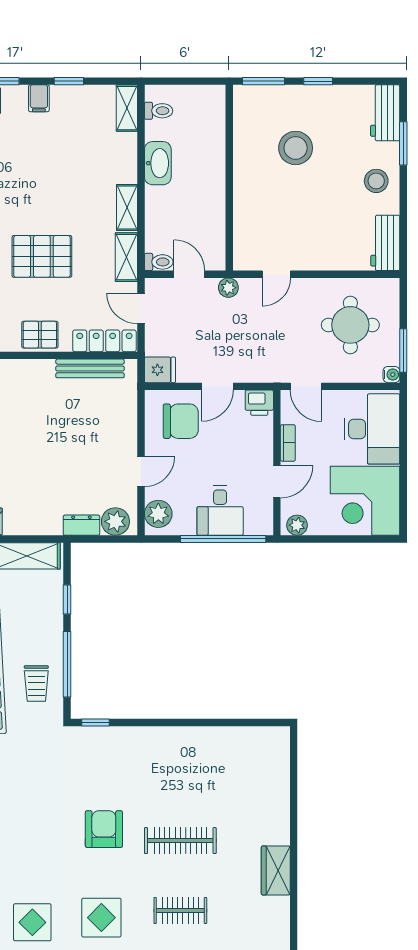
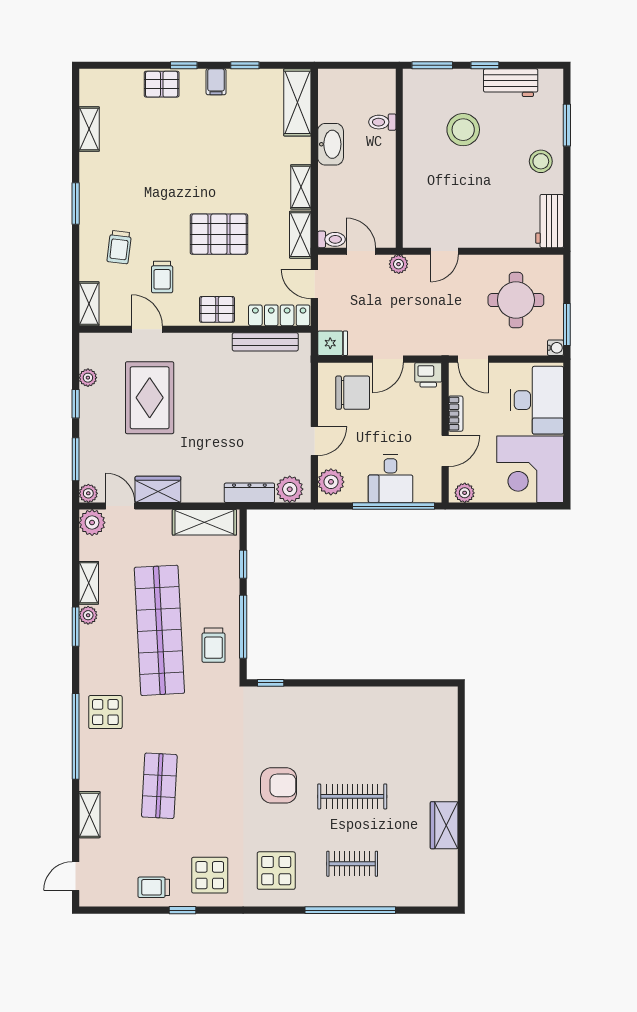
shelving: (127, 108) -> (297, 102), width x1.50, depth x1.33
toilet: (159, 111) -> (382, 122), moved, turned 180
workbench: (385, 113) -> (511, 83), moved, turned -90
dresser: (81, 525) -> (249, 493), width x1.44
armchair: (104, 829) -> (279, 785), turned 90

